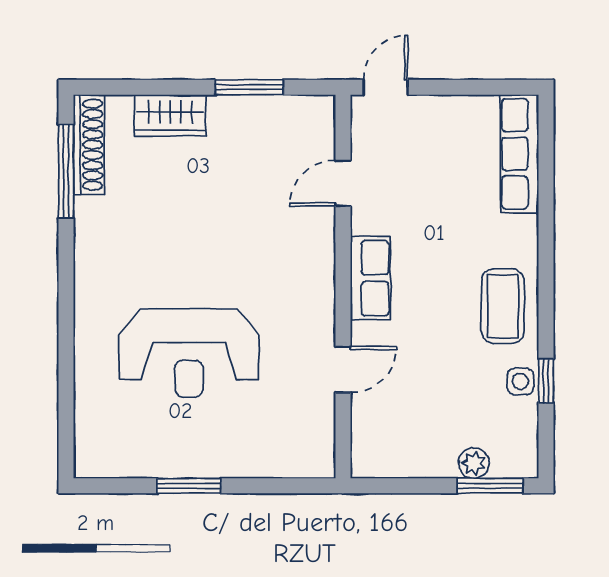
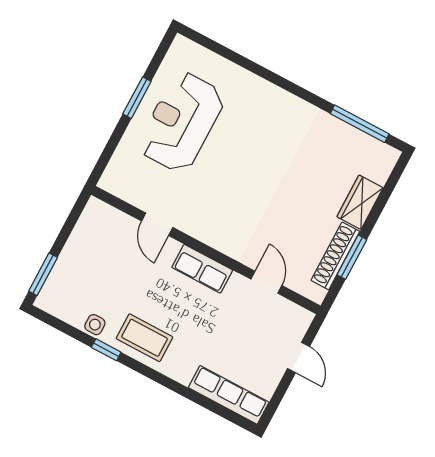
door: (386, 87) -> (298, 358), moved
shoe rack: (89, 145) -> (335, 256), moved, turned 90
reception desk: (189, 353) -> (181, 122), moved
window: (546, 381) -> (106, 350), moved
plant: (474, 463) -> (61, 272), removed

